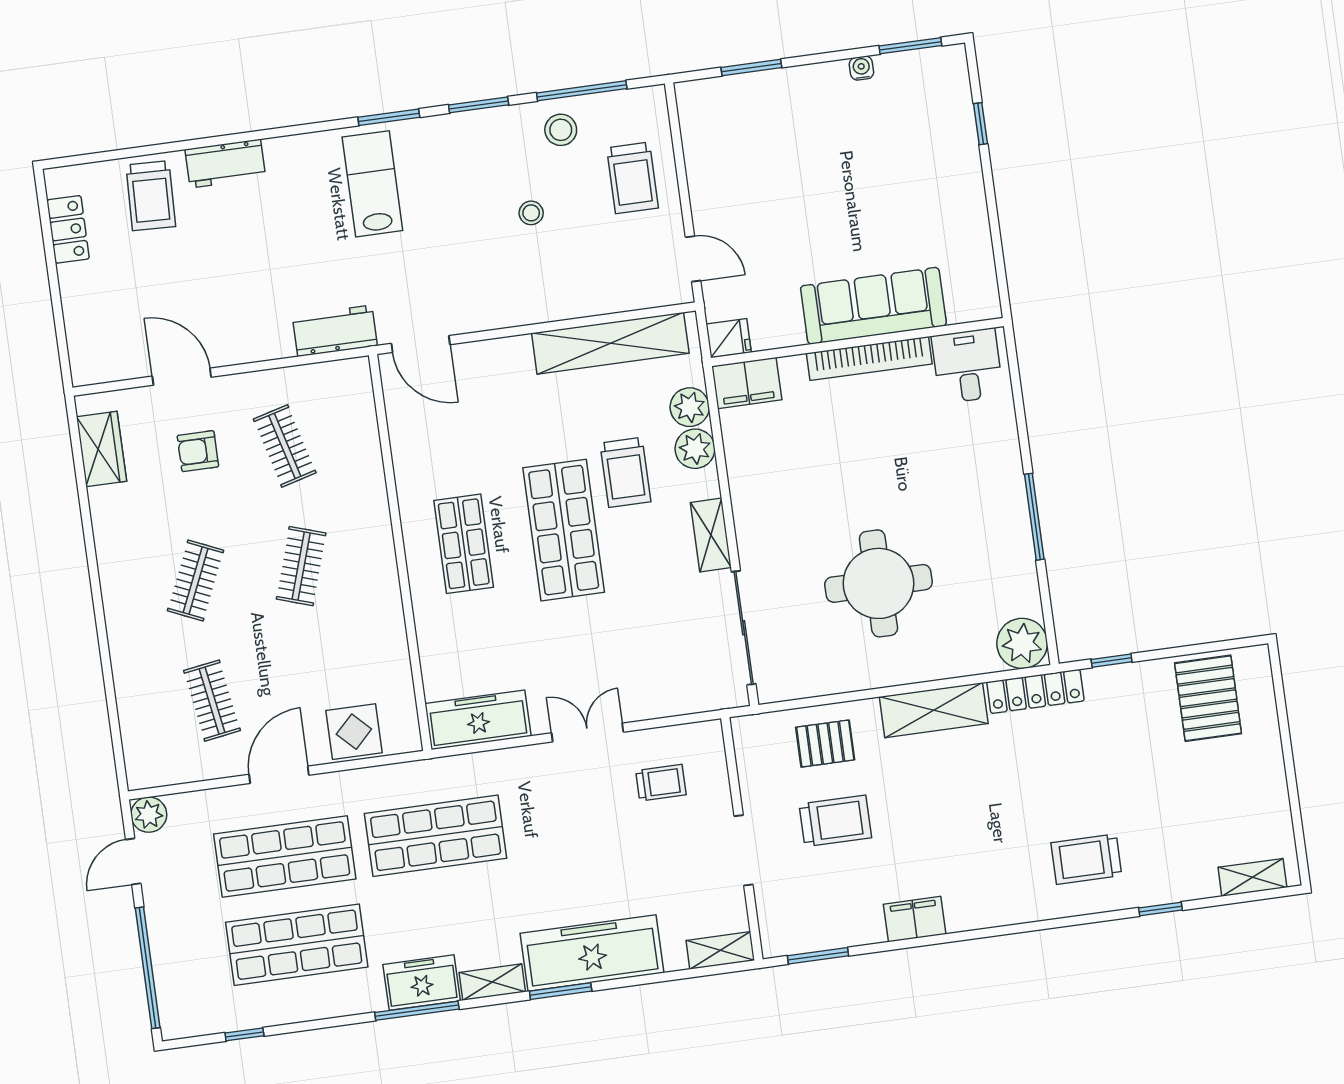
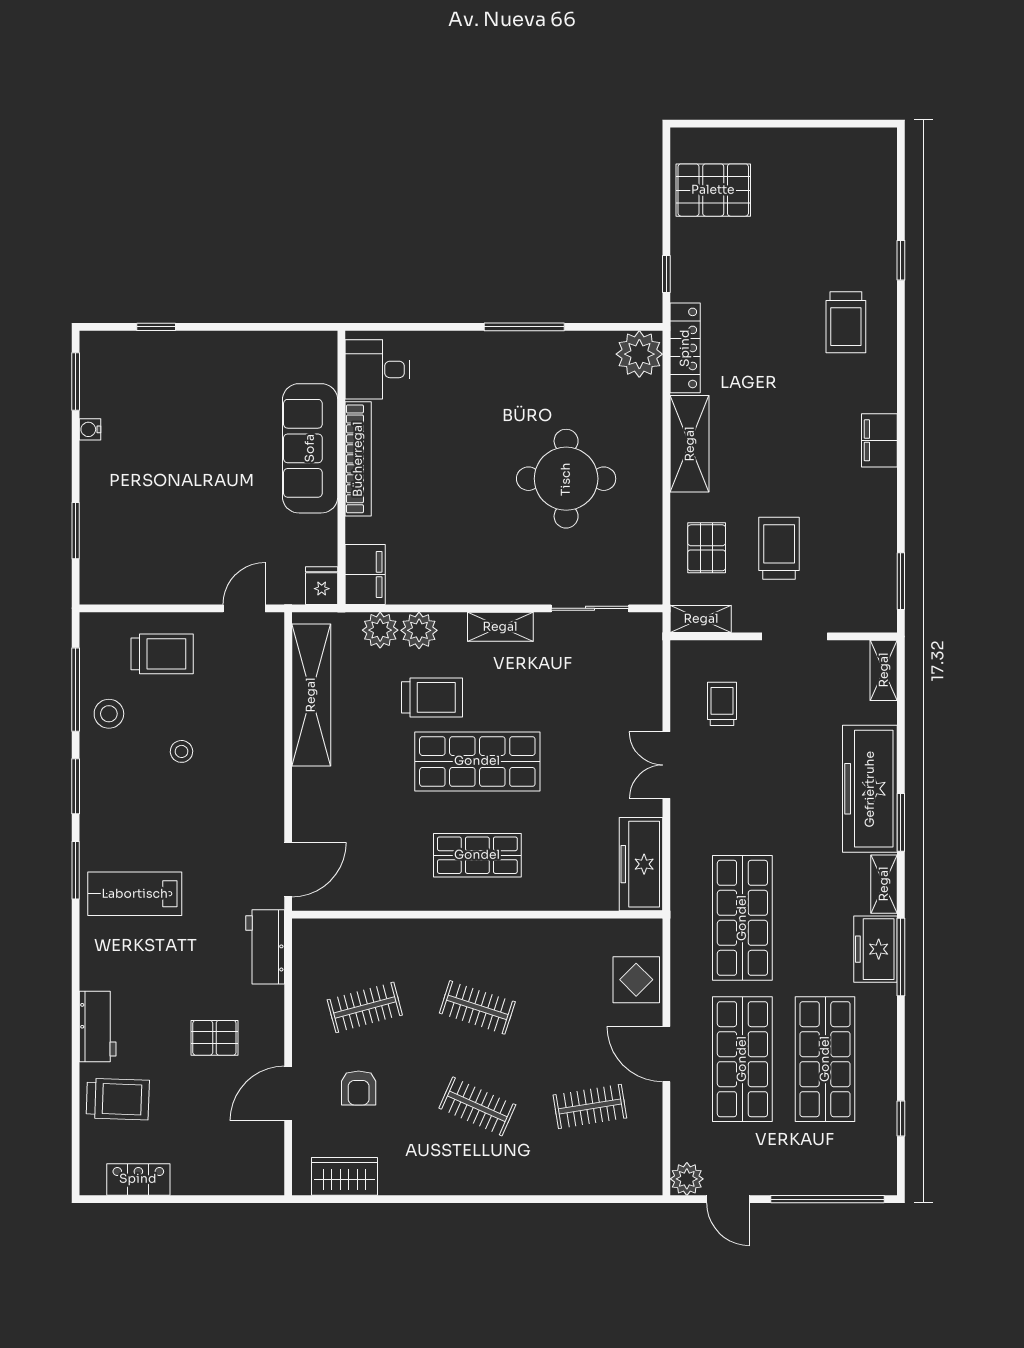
pallet: (230, 290) -> (214, 1038), added
sliding door: (744, 628) -> (590, 608), width x0.73
shelving: (1252, 877) -> (701, 619), moved, turned 90
filing cabinet: (915, 919) -> (879, 440), moved

